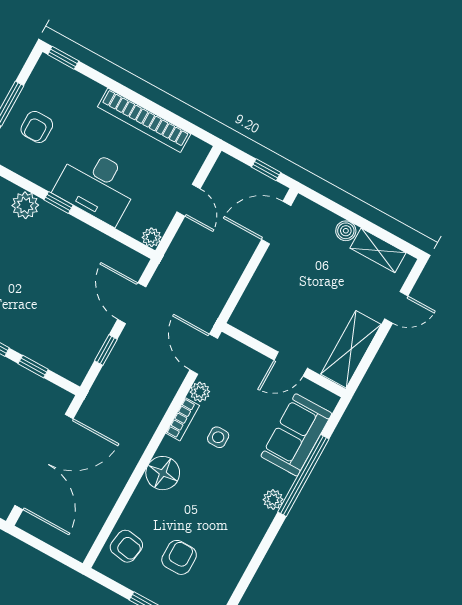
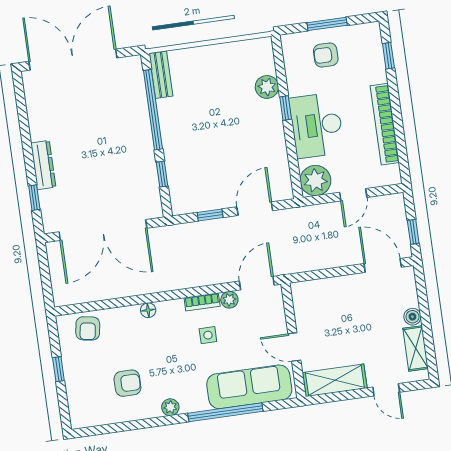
window: (63, 58) -> (388, 56), moved
plant: (152, 237) -> (315, 181), width x1.87, depth x1.87
sofa: (296, 435) -> (249, 387), width x1.36
floor lamp: (163, 473) -> (148, 310), width x0.53, depth x0.53
plant: (273, 499) -> (170, 407), moved
armchair: (179, 557) -> (127, 383), moved

